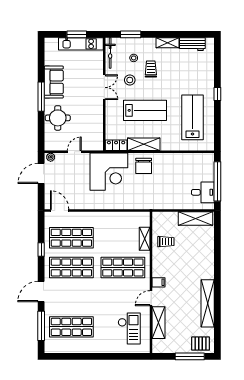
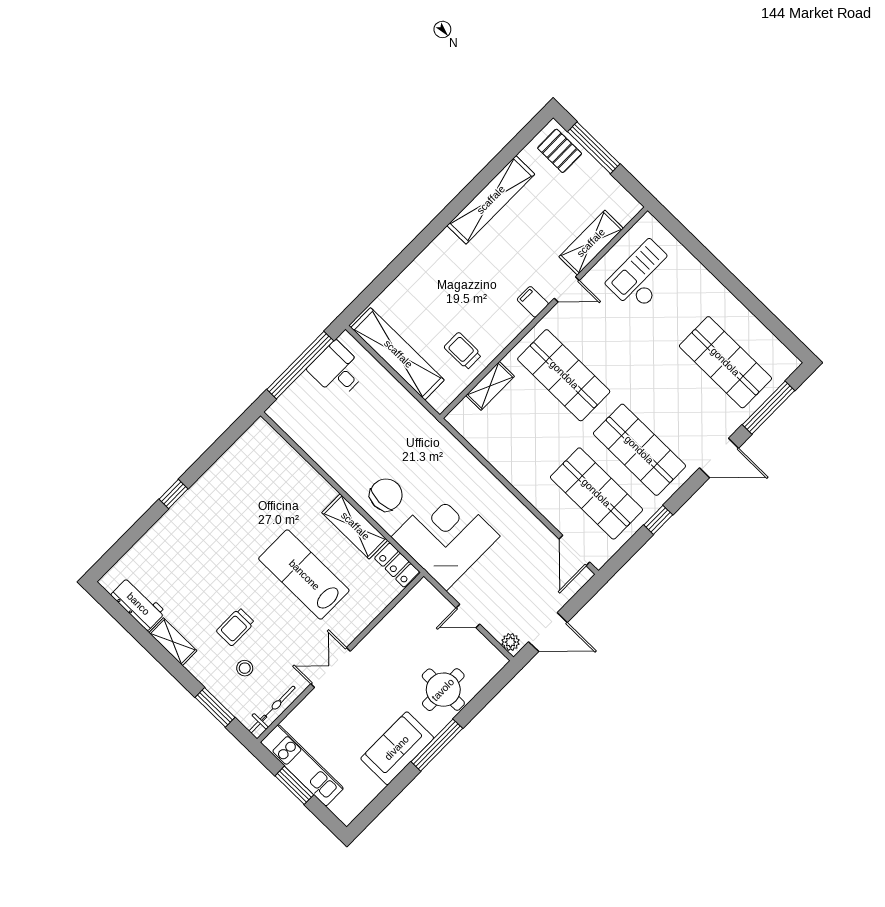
stool: (130, 80) -> (282, 641), removed
lab bench: (192, 117) -> (244, 495), removed
shelving: (196, 218) -> (398, 354), width x1.47

